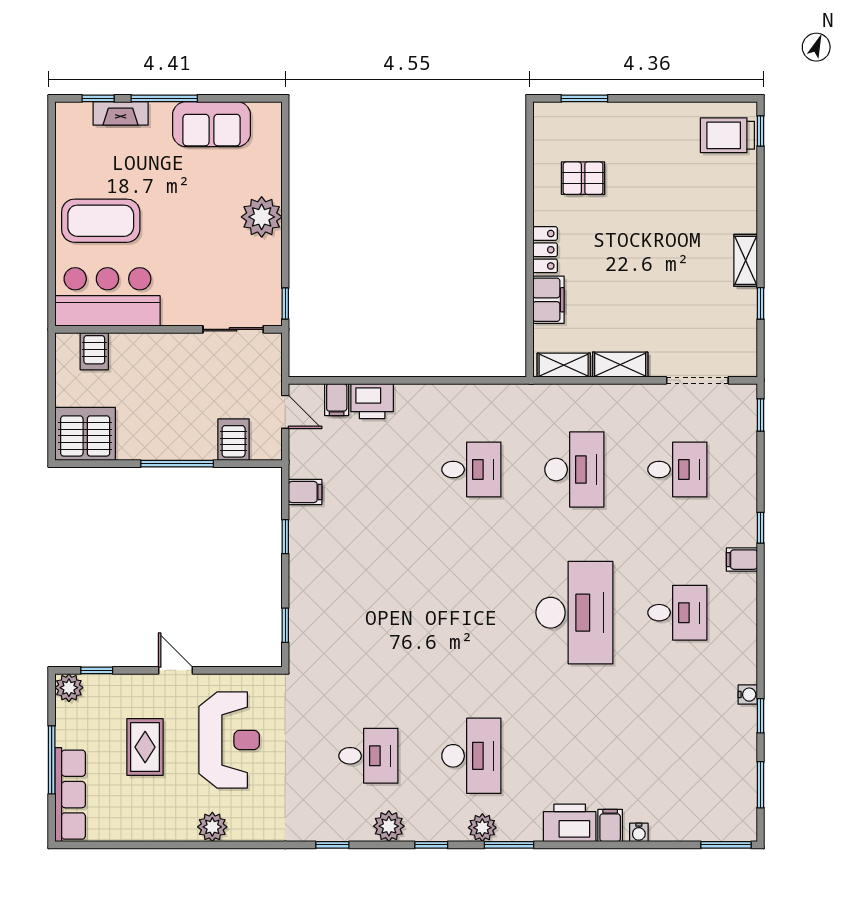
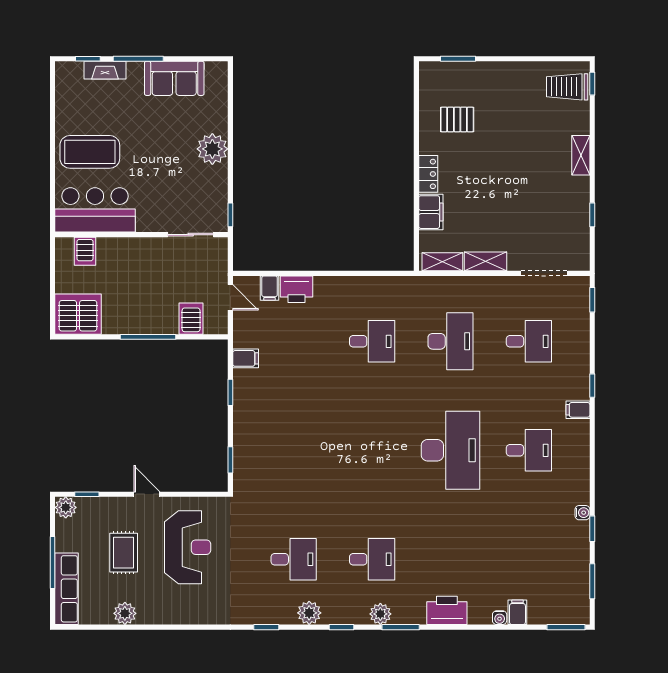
shelving: (746, 260) -> (581, 155), moved
desk: (471, 756) -> (372, 559), width x0.73
filing cabinet: (610, 825) -> (517, 612), moved
plant: (212, 827) -> (125, 613), moved

